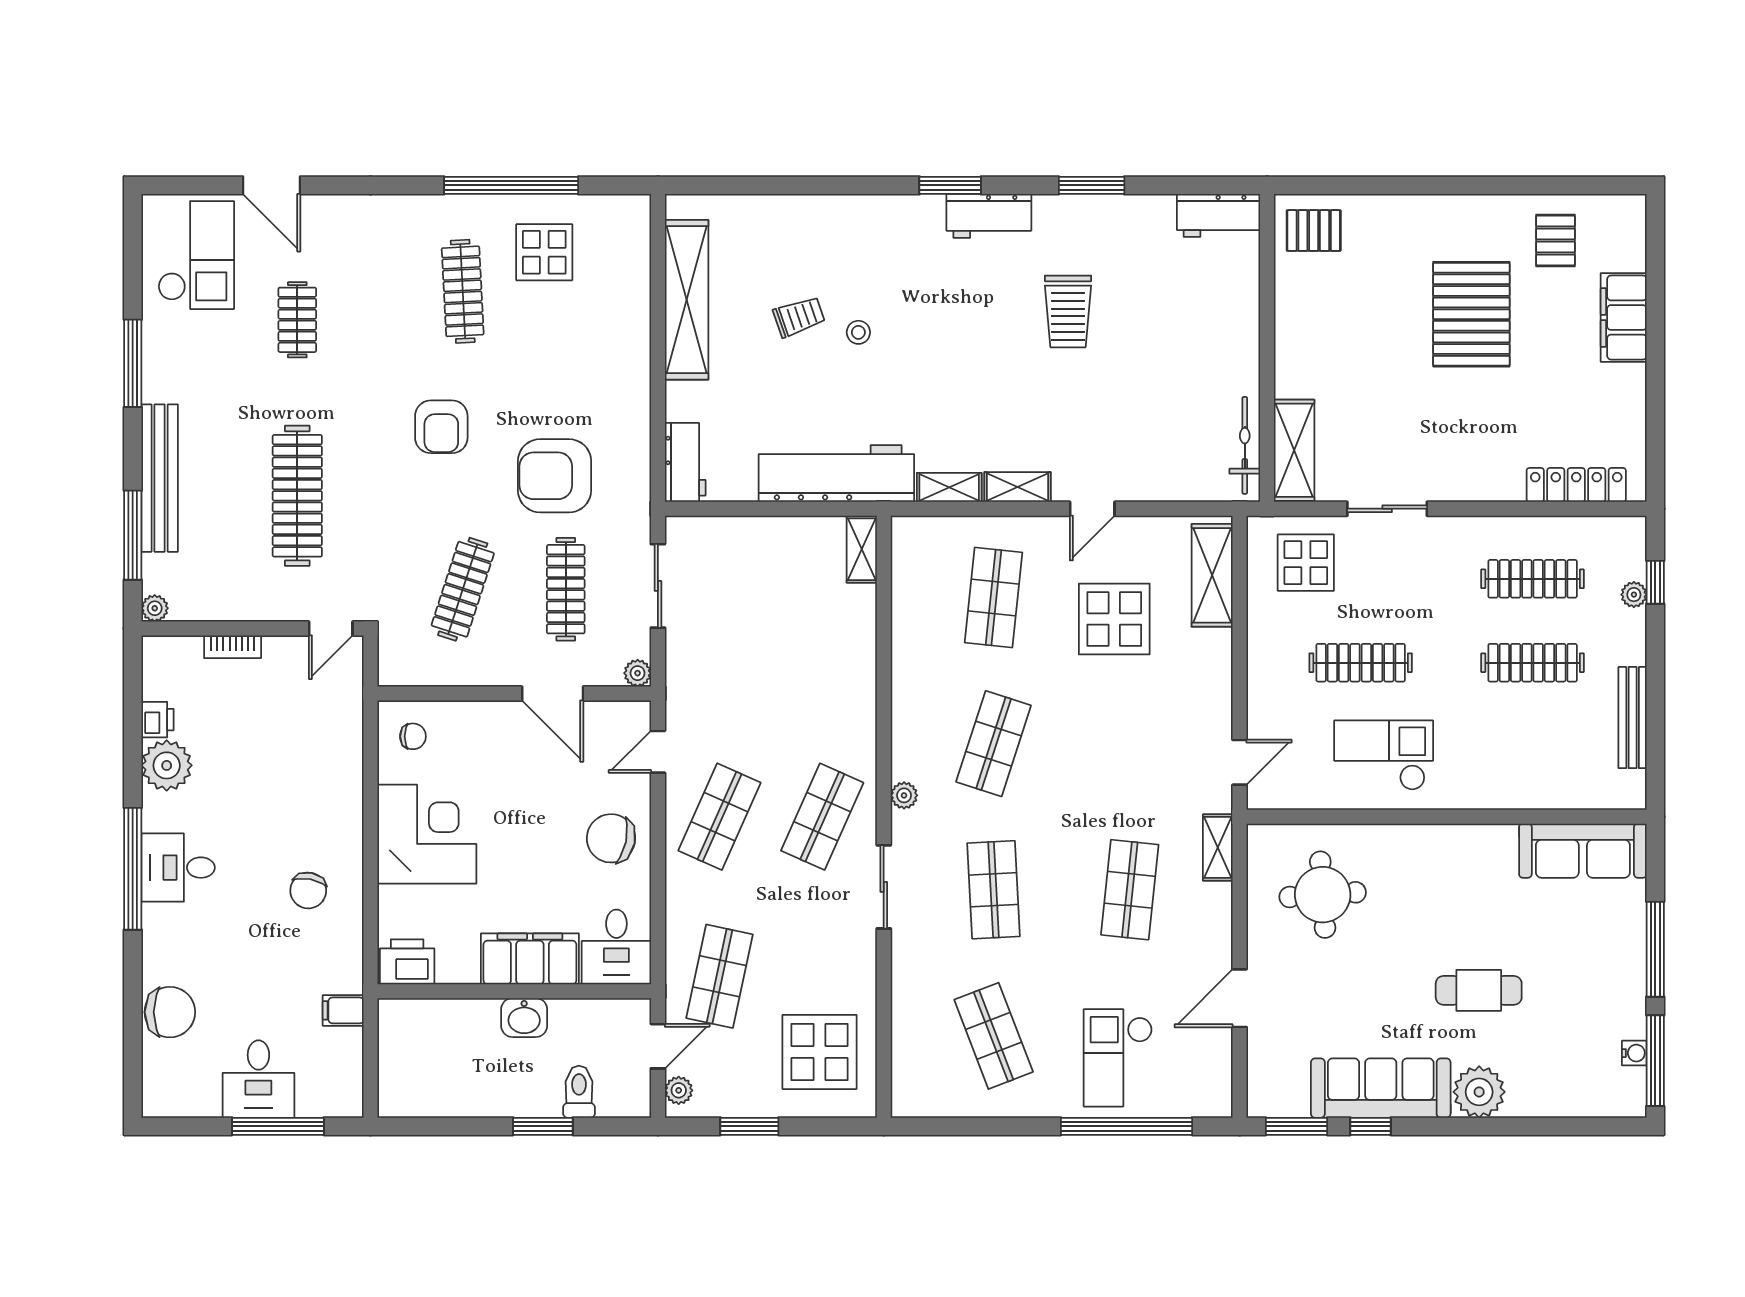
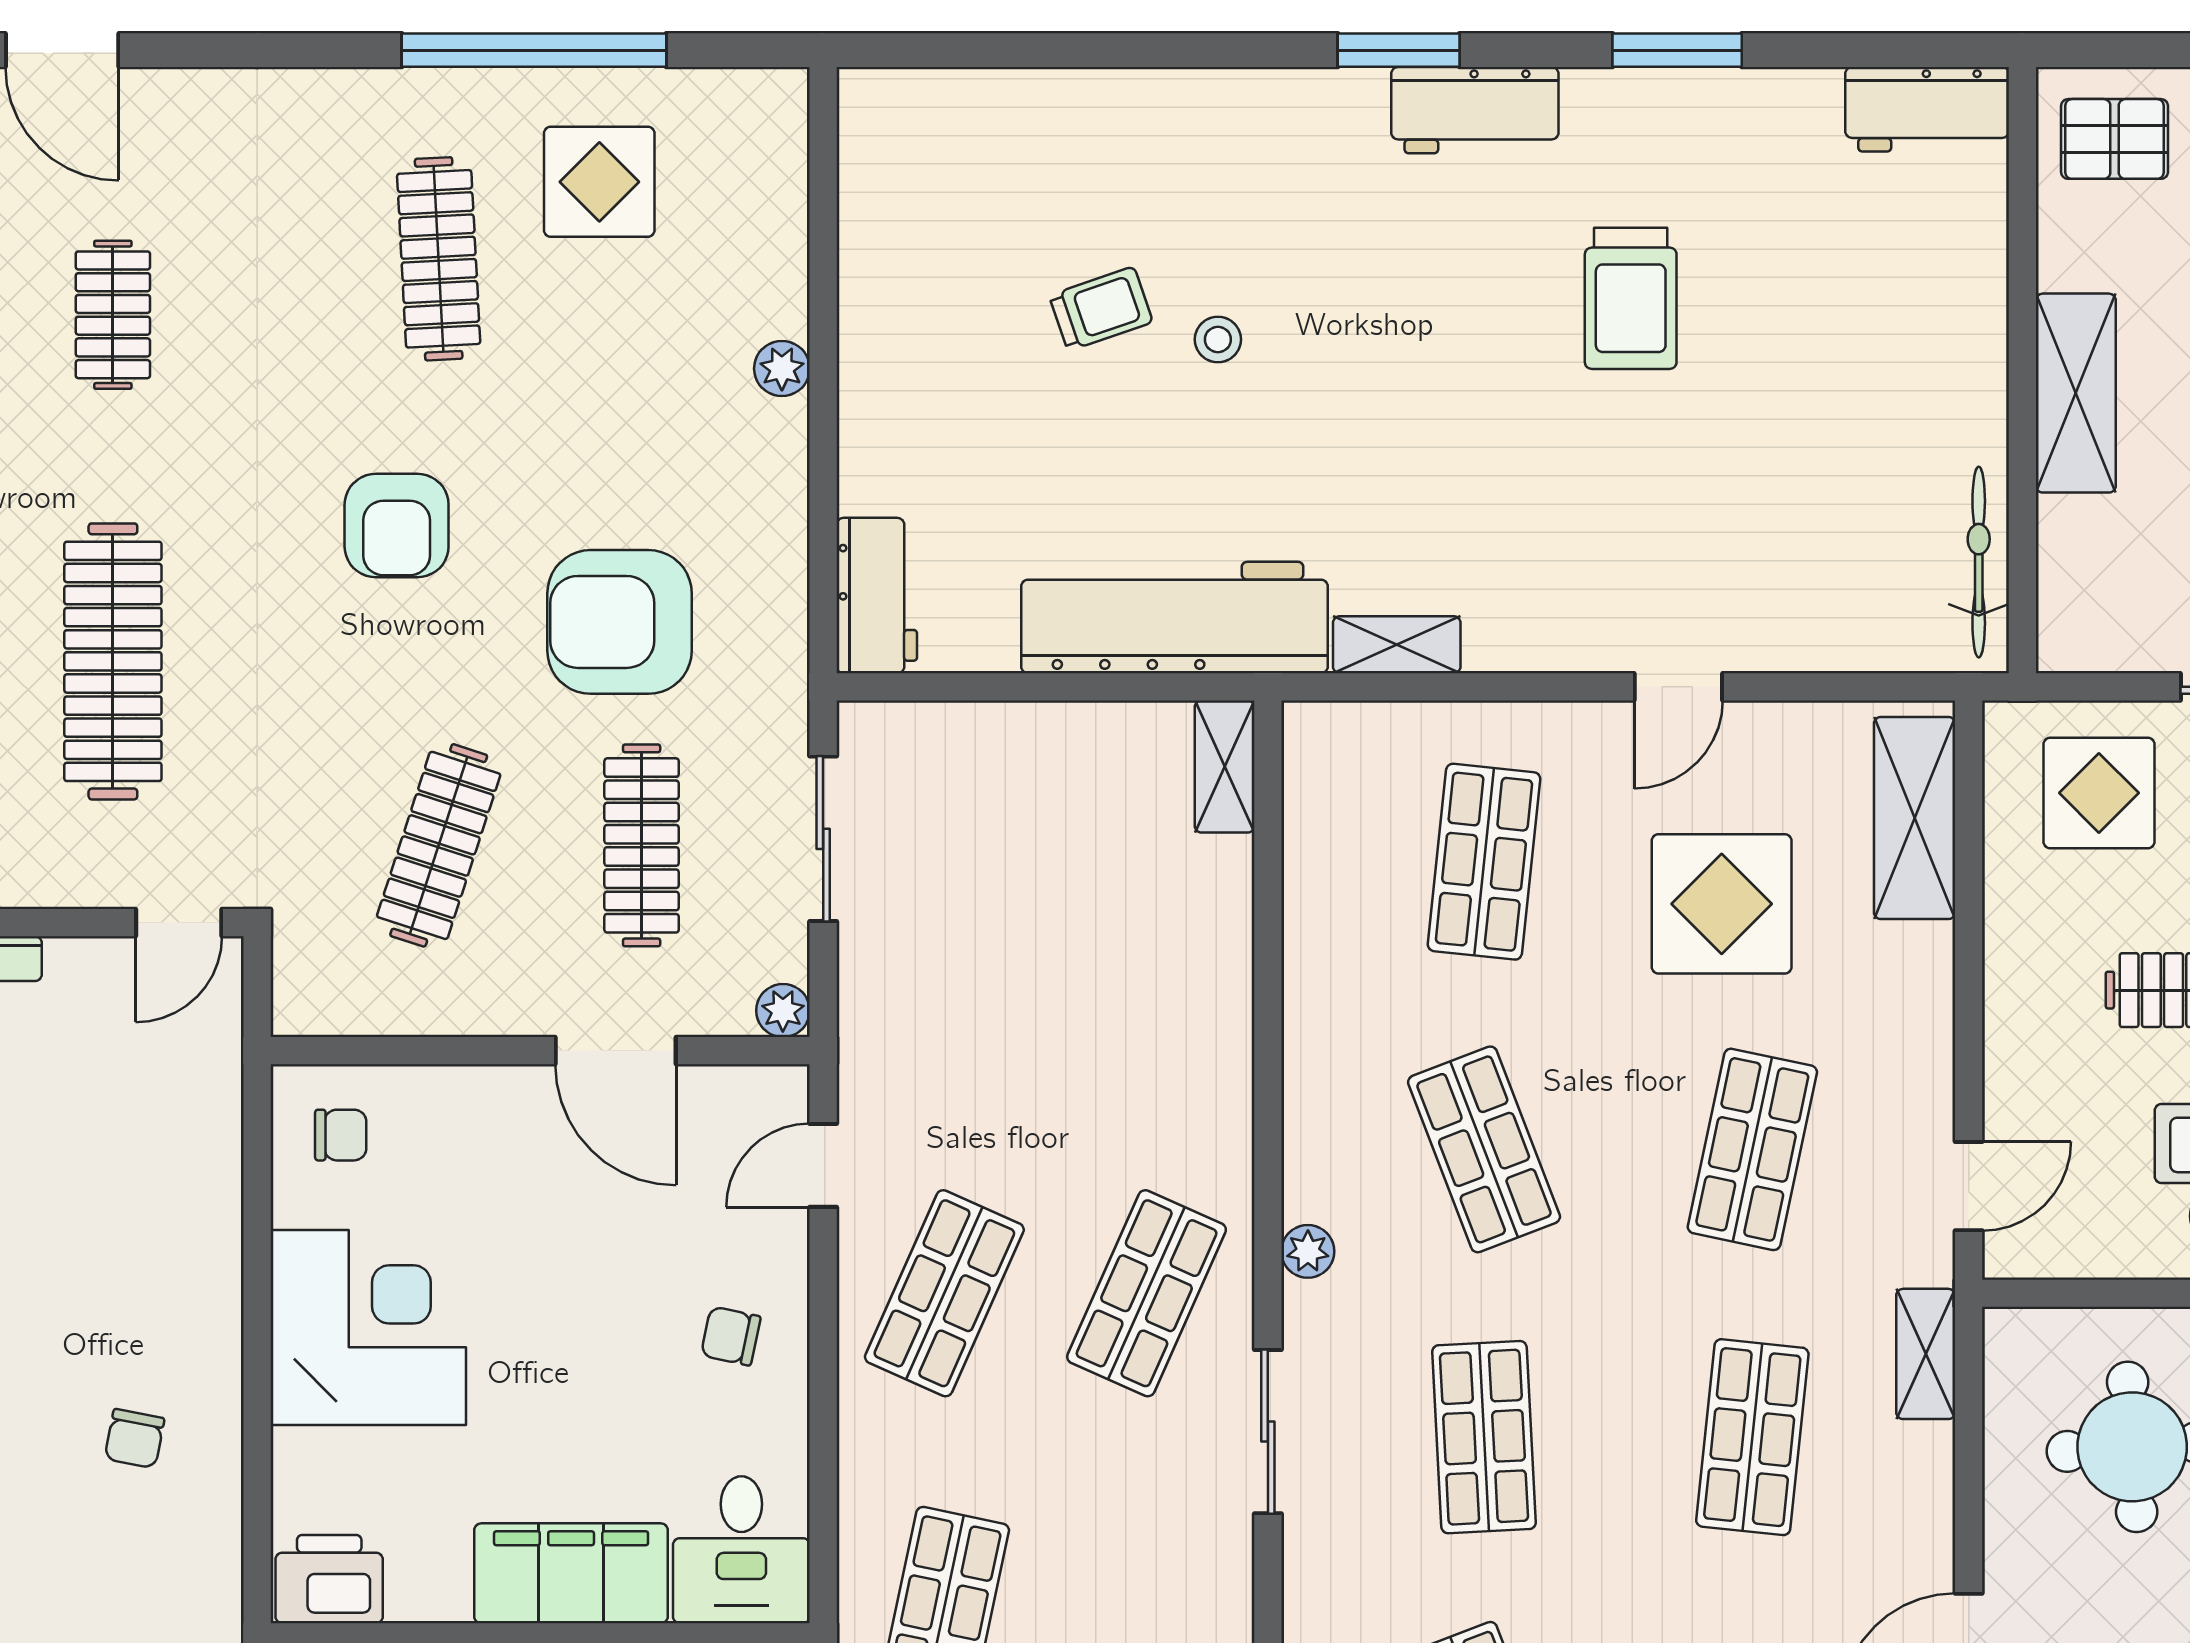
shelving: (687, 300) -> (879, 275), removed
plant: (637, 347) -> (782, 369), added
shelving: (1294, 450) -> (2076, 393), moved
shelving: (1018, 487) -> (1531, 644), removed
shop shelf: (994, 744) -> (1484, 1149), turned -39
shop shelf: (1130, 744) -> (1752, 1149), added
chair: (611, 838) -> (731, 1336), width x0.54, depth x0.54
chair: (308, 890) -> (134, 1439), width x0.73, depth x0.73

